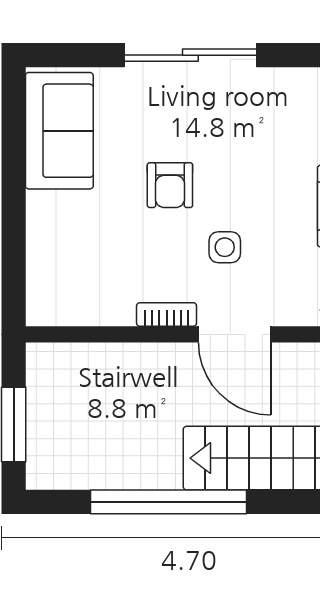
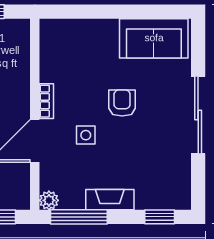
armchair: (170, 185) -> (122, 103), turned 90

